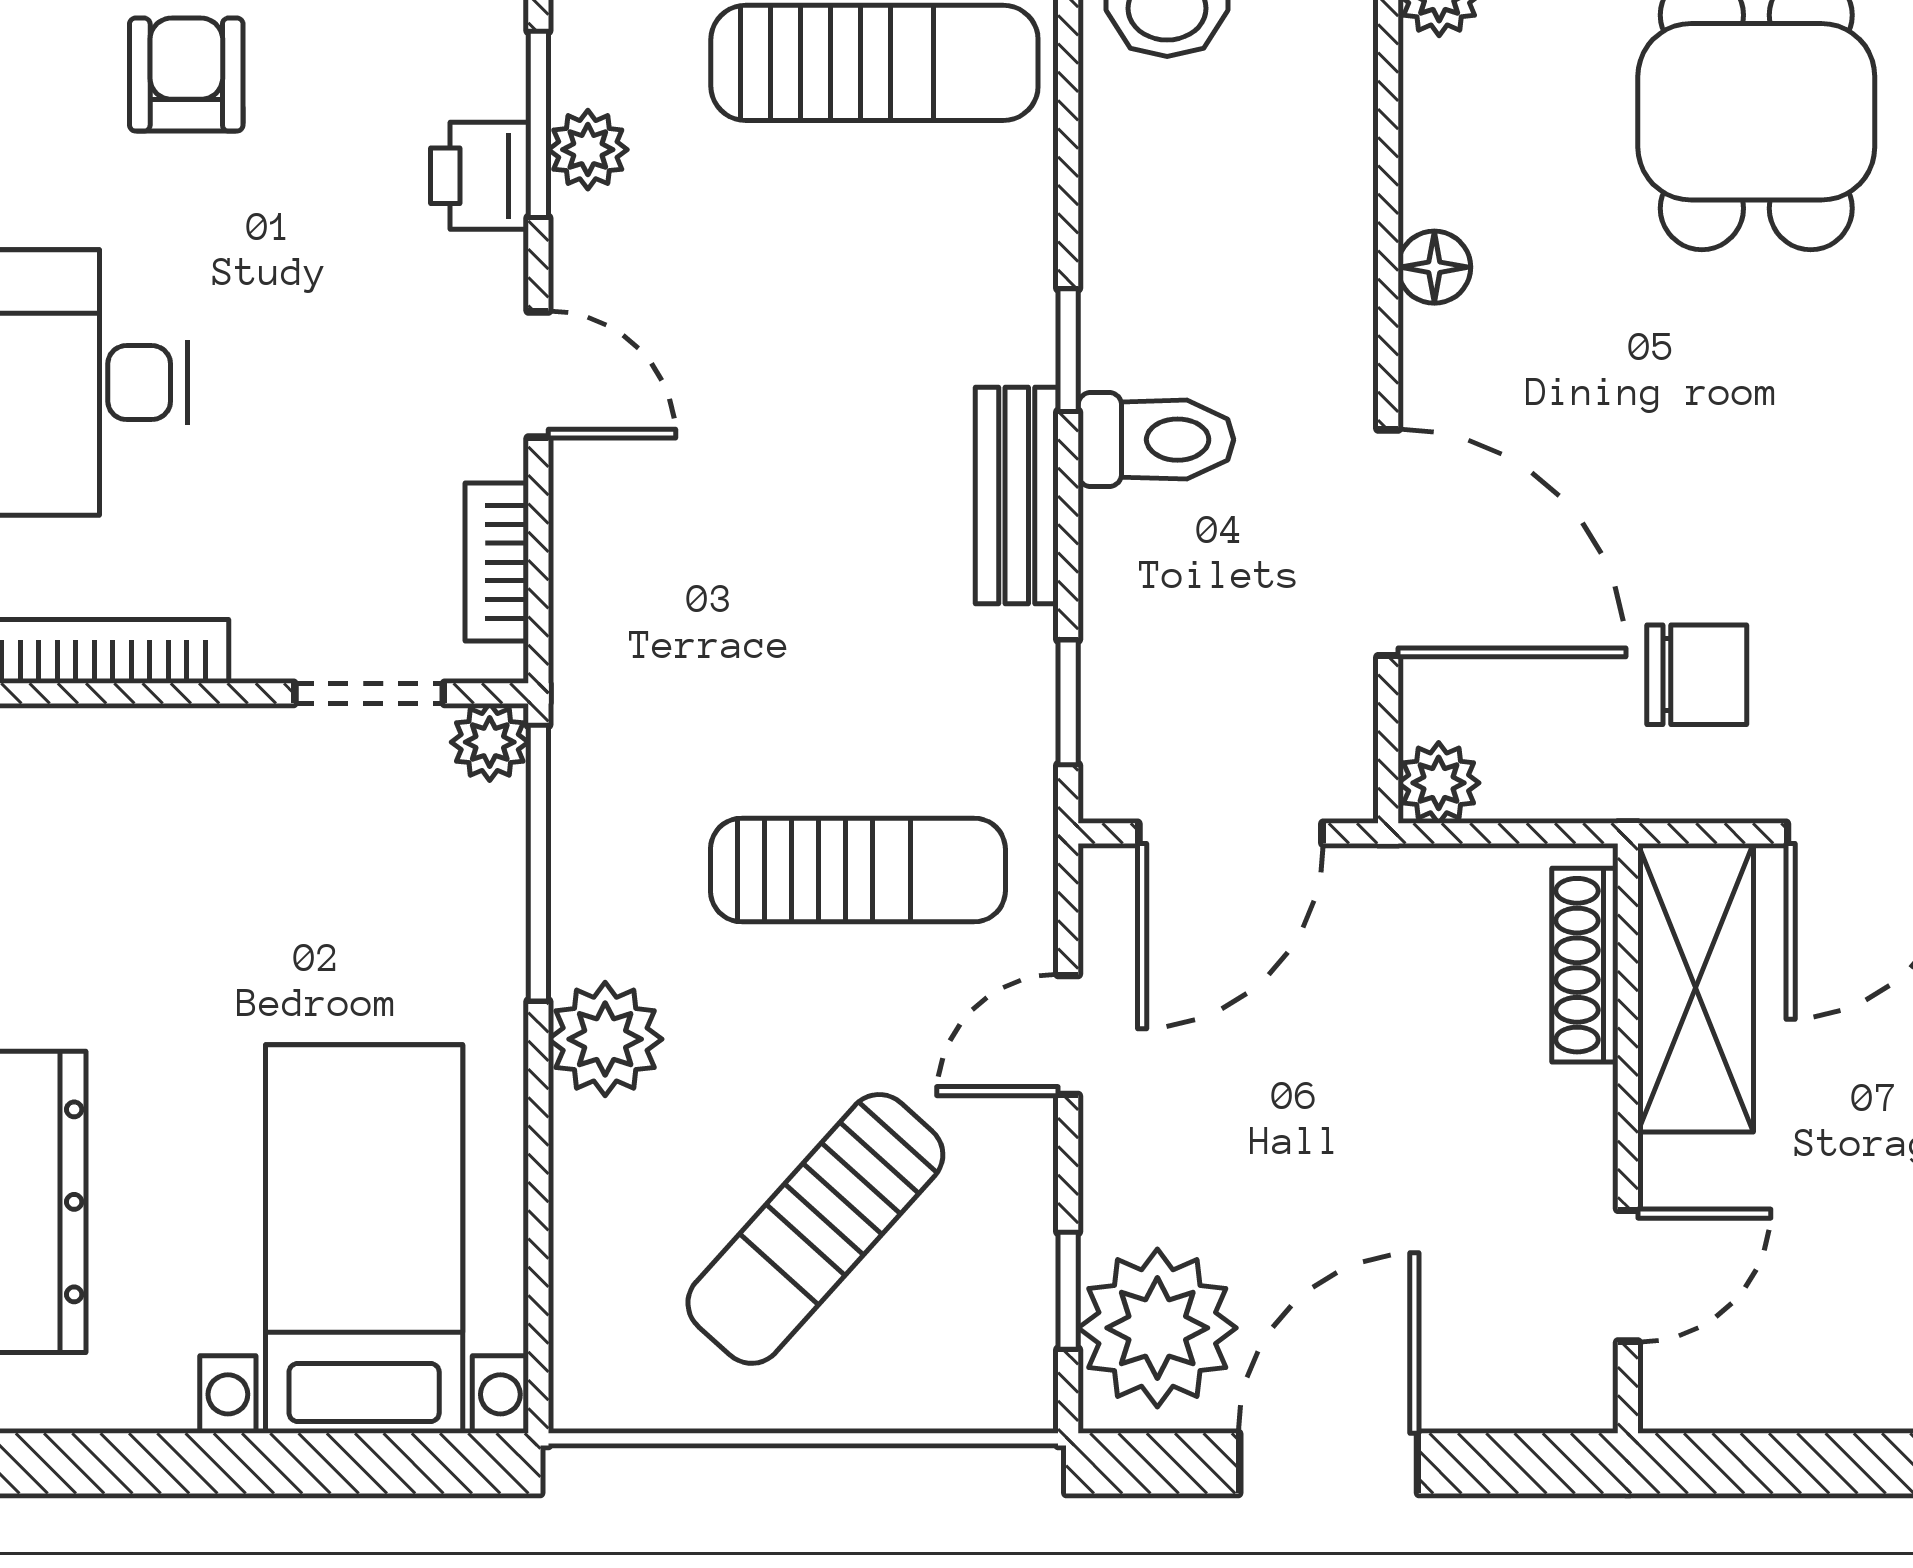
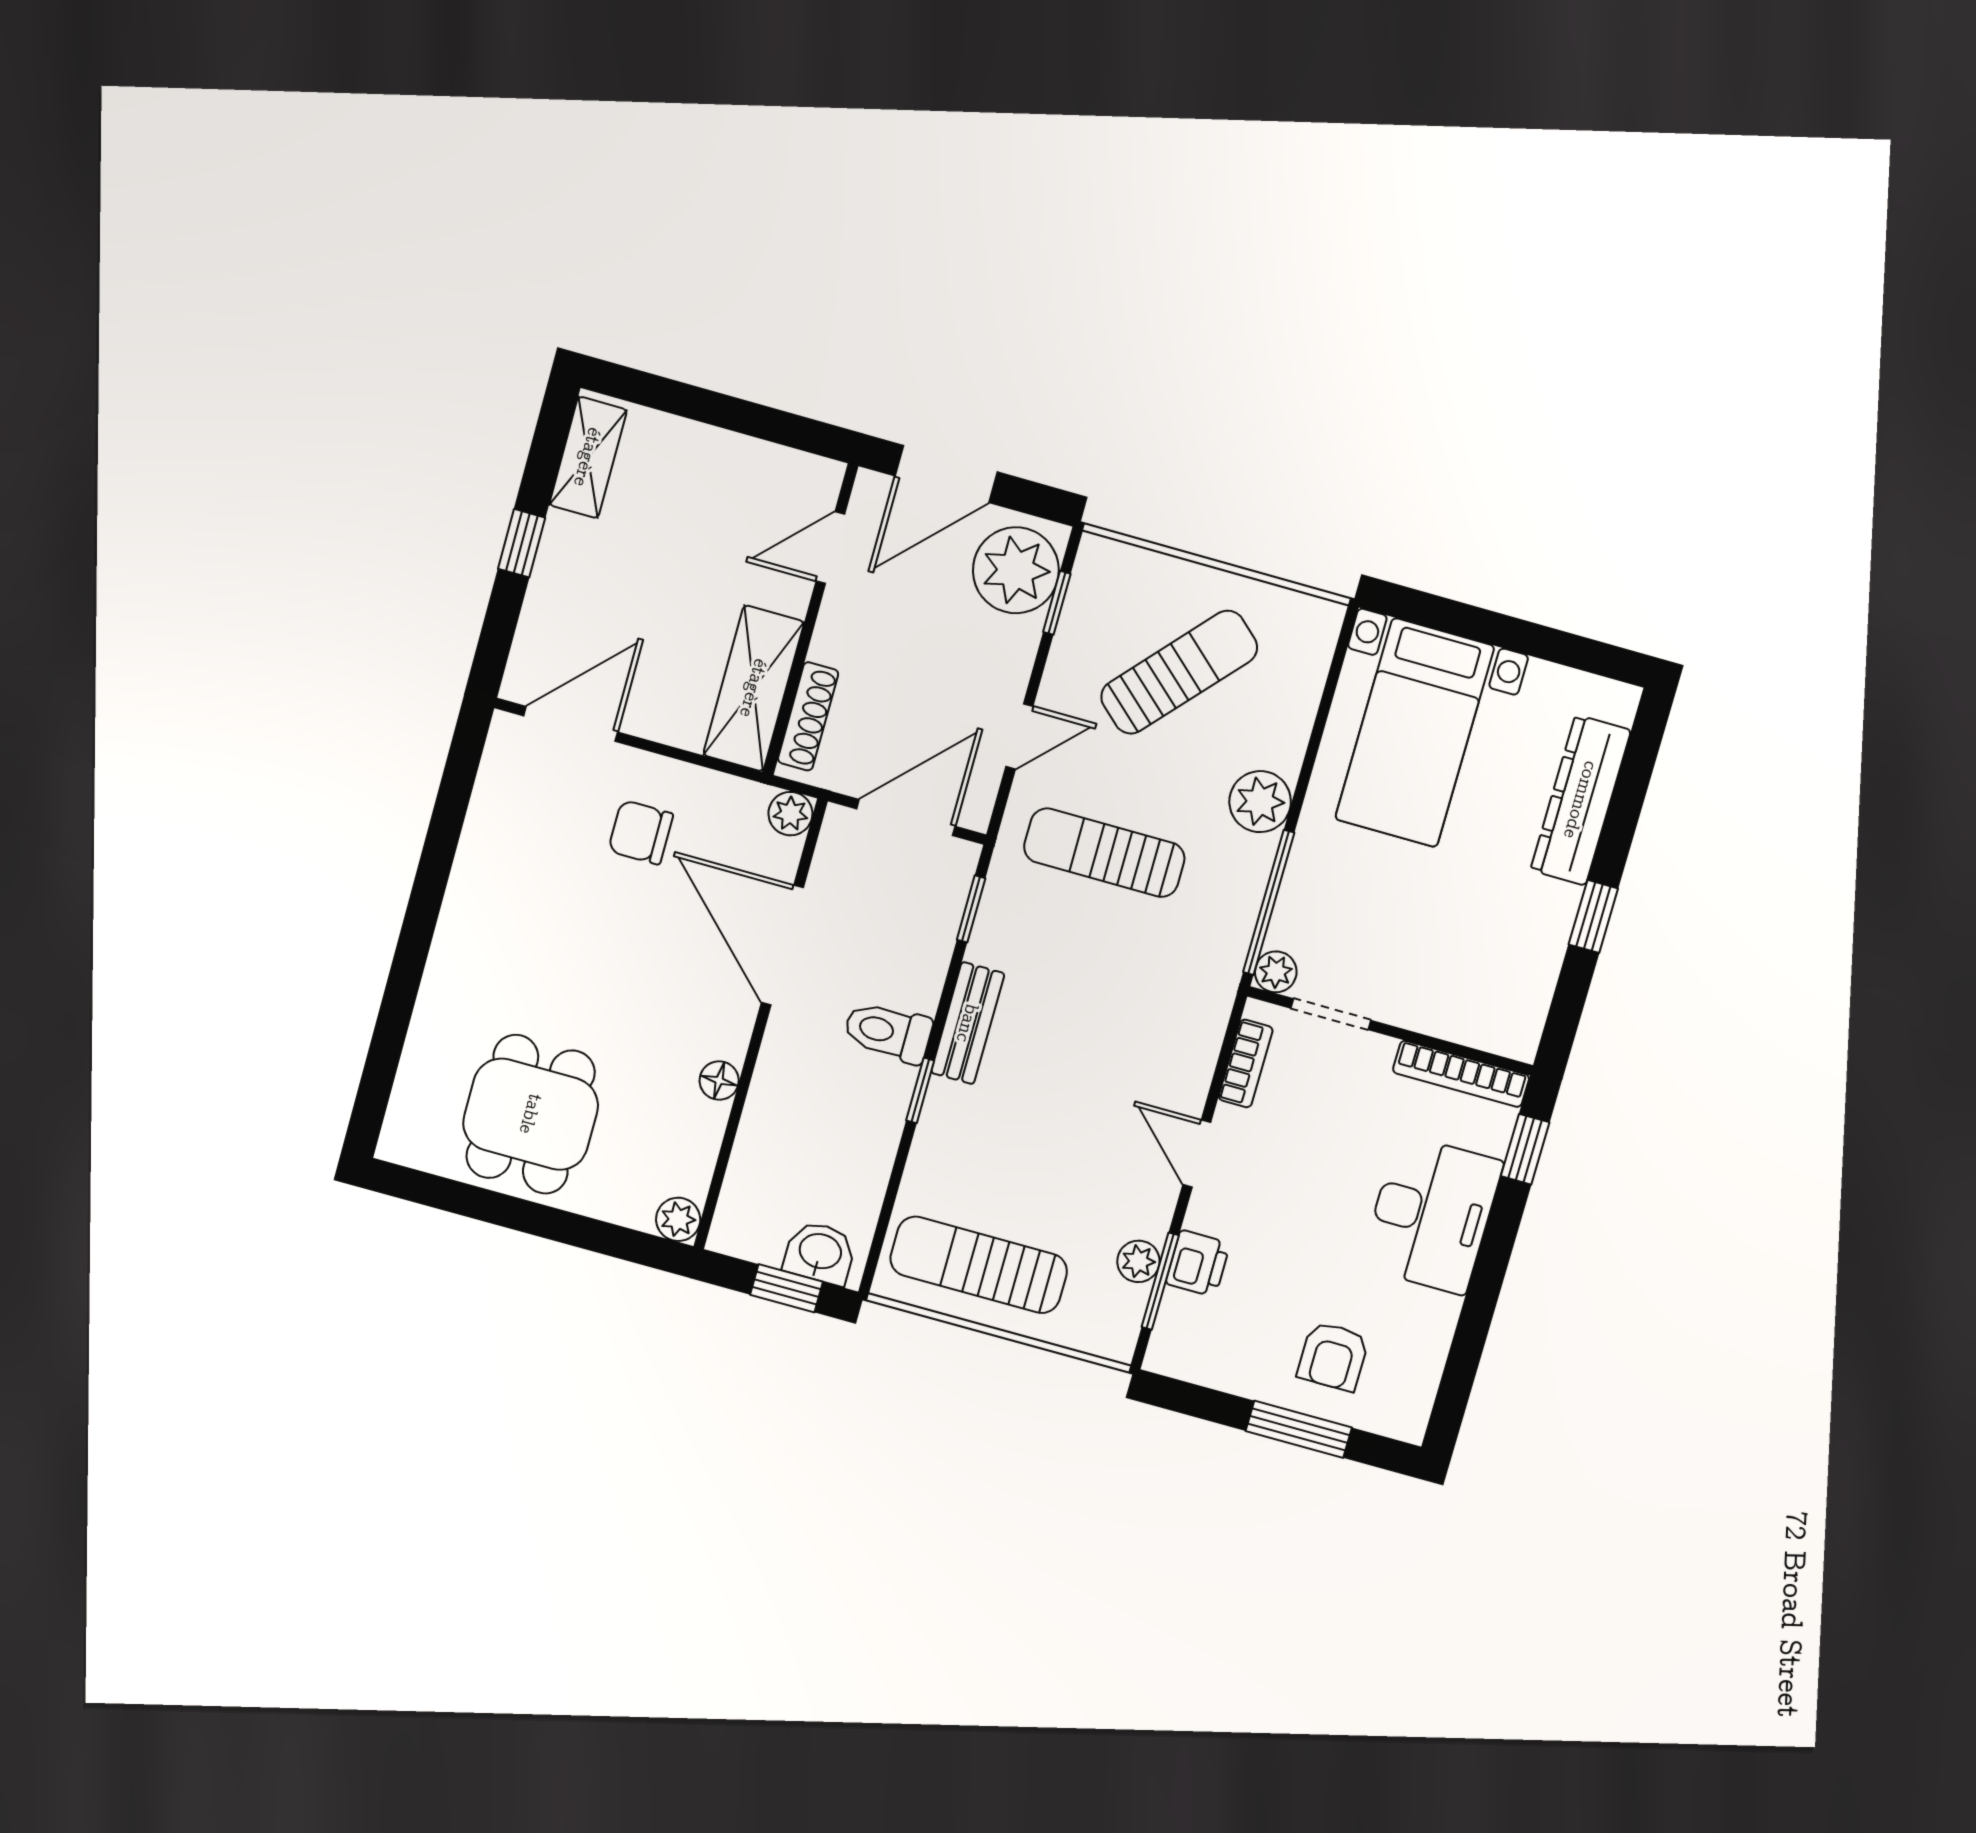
shoe rack: (1585, 965) -> (808, 716), moved
shelving: (1696, 988) -> (754, 688), moved
wall: (1628, 1138) -> (811, 620), moved
door: (1628, 1276) -> (830, 548), moved

